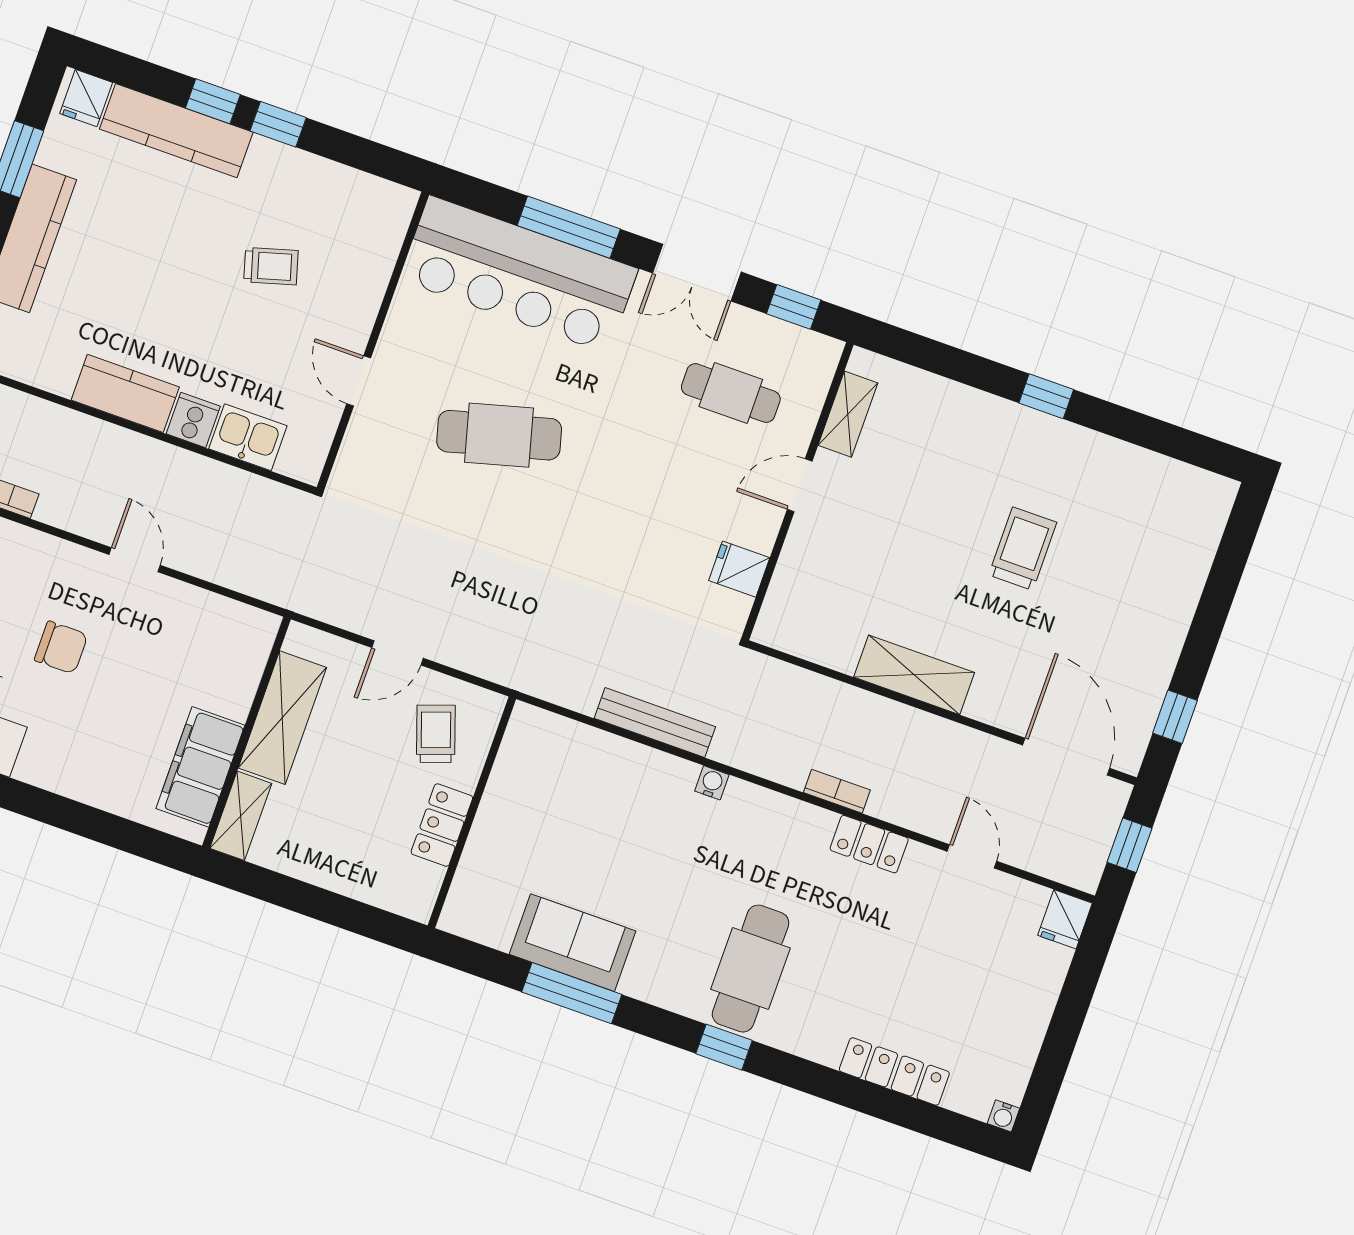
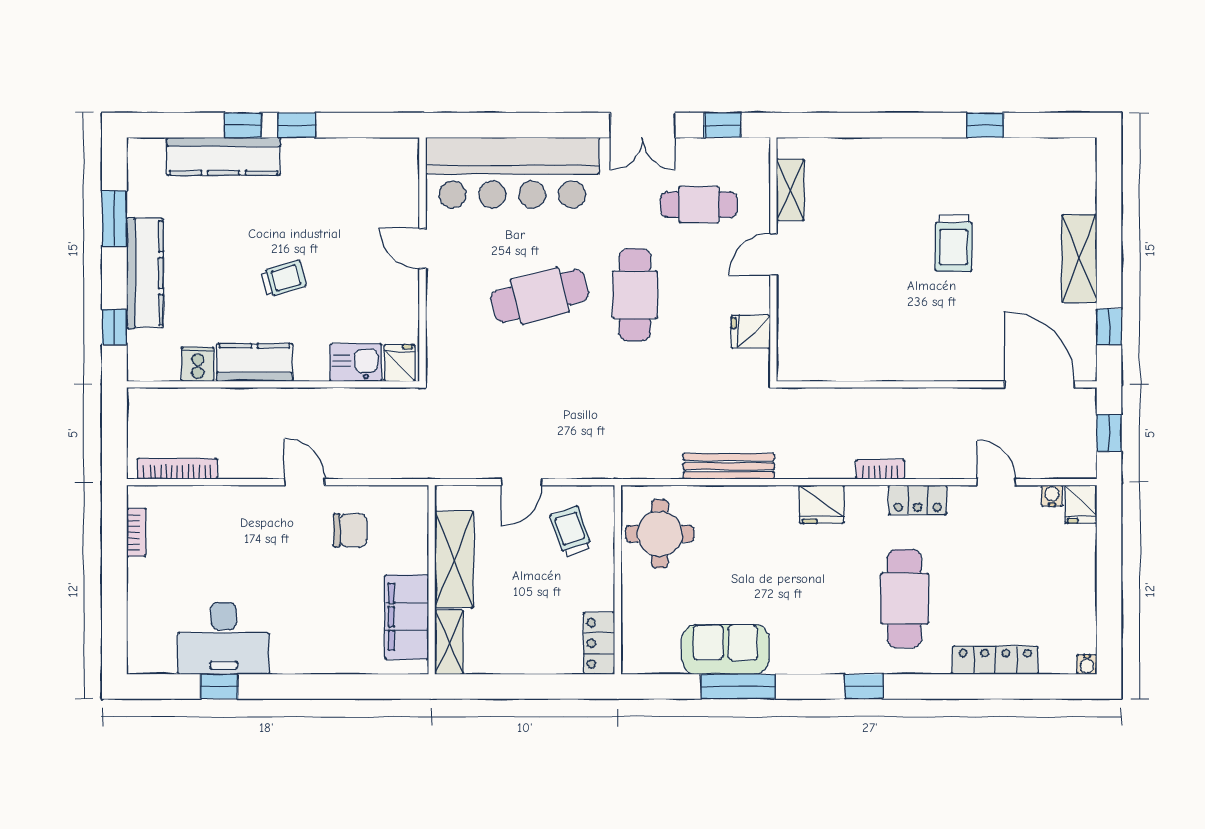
fridge: (86, 98) -> (399, 363), moved, turned 180
window: (569, 227) -> (537, 125), removed
trolley: (271, 266) -> (283, 279), moved
door: (359, 381) -> (422, 248), moved
window: (1046, 396) -> (985, 125), moved
cooker: (193, 420) -> (198, 364), moved
cafe table: (615, 475) -> (635, 295), added
trolley: (1023, 549) -> (953, 243), turned 180
chair: (61, 647) -> (350, 530), moved
shelving: (914, 675) -> (1079, 259), moved, turned 90
round table: (542, 775) -> (660, 534), added
water cooler: (712, 783) -> (1052, 496), moved
fridge: (751, 808) -> (822, 504), added
locker: (442, 825) -> (599, 643), moved
cafe table: (751, 969) -> (904, 599), moved

